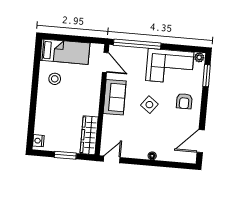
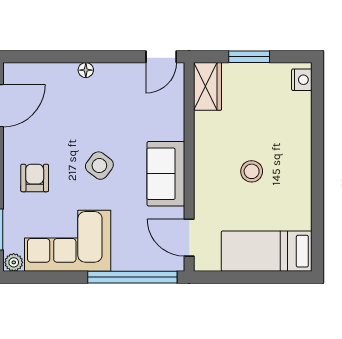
stool: (55, 79) -> (252, 171), moved
wardrobe: (89, 135) -> (208, 86), width x0.67

